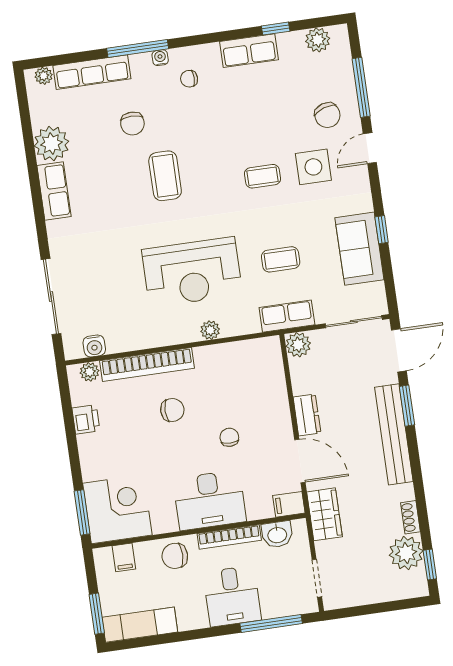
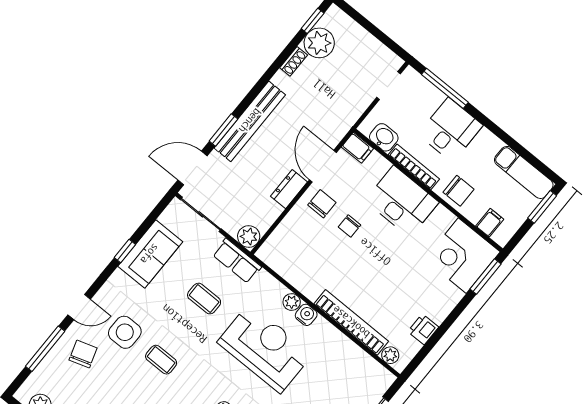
water cooler: (94, 346) -> (306, 315), moved
chair: (172, 410) -> (322, 204), moved, turned 90
wardrobe: (325, 514) -> (343, 119), removed

